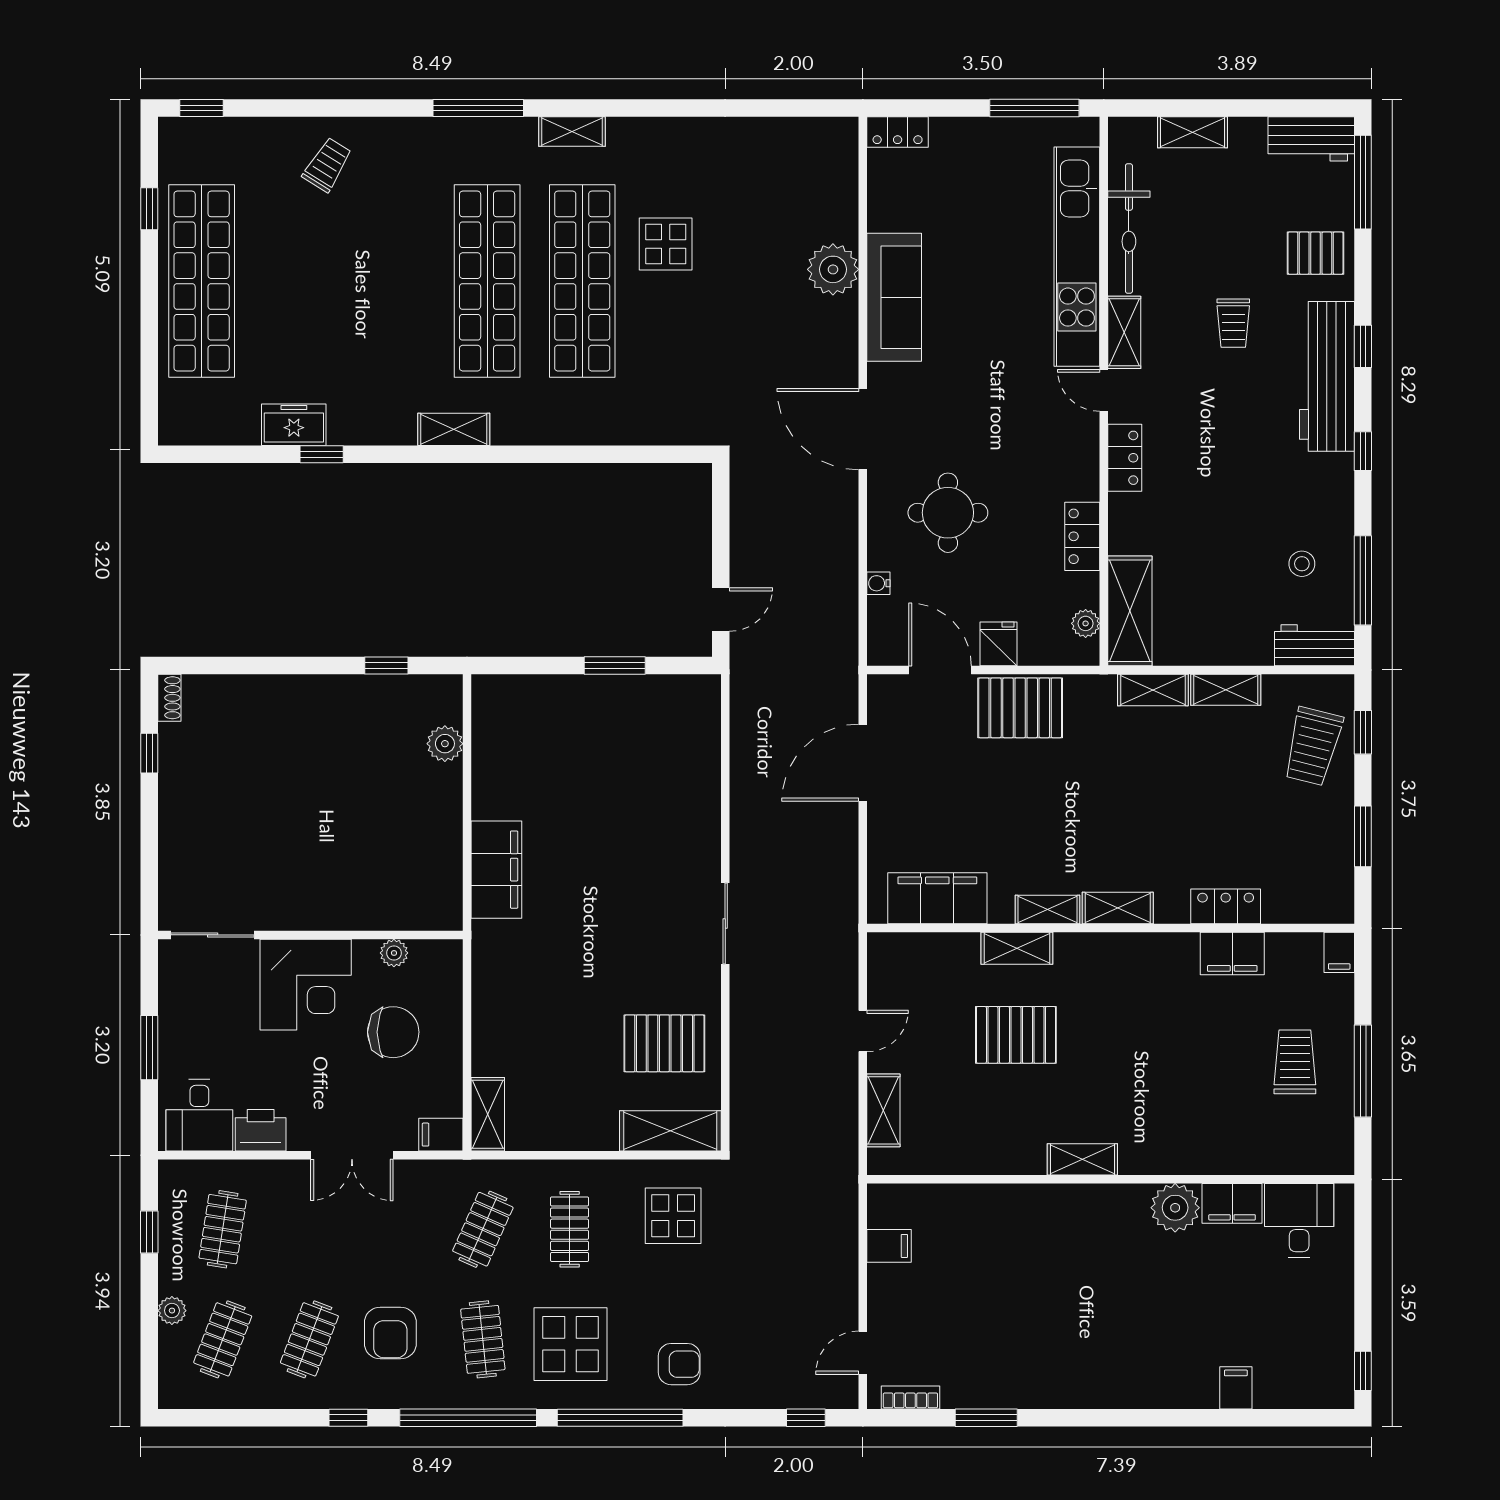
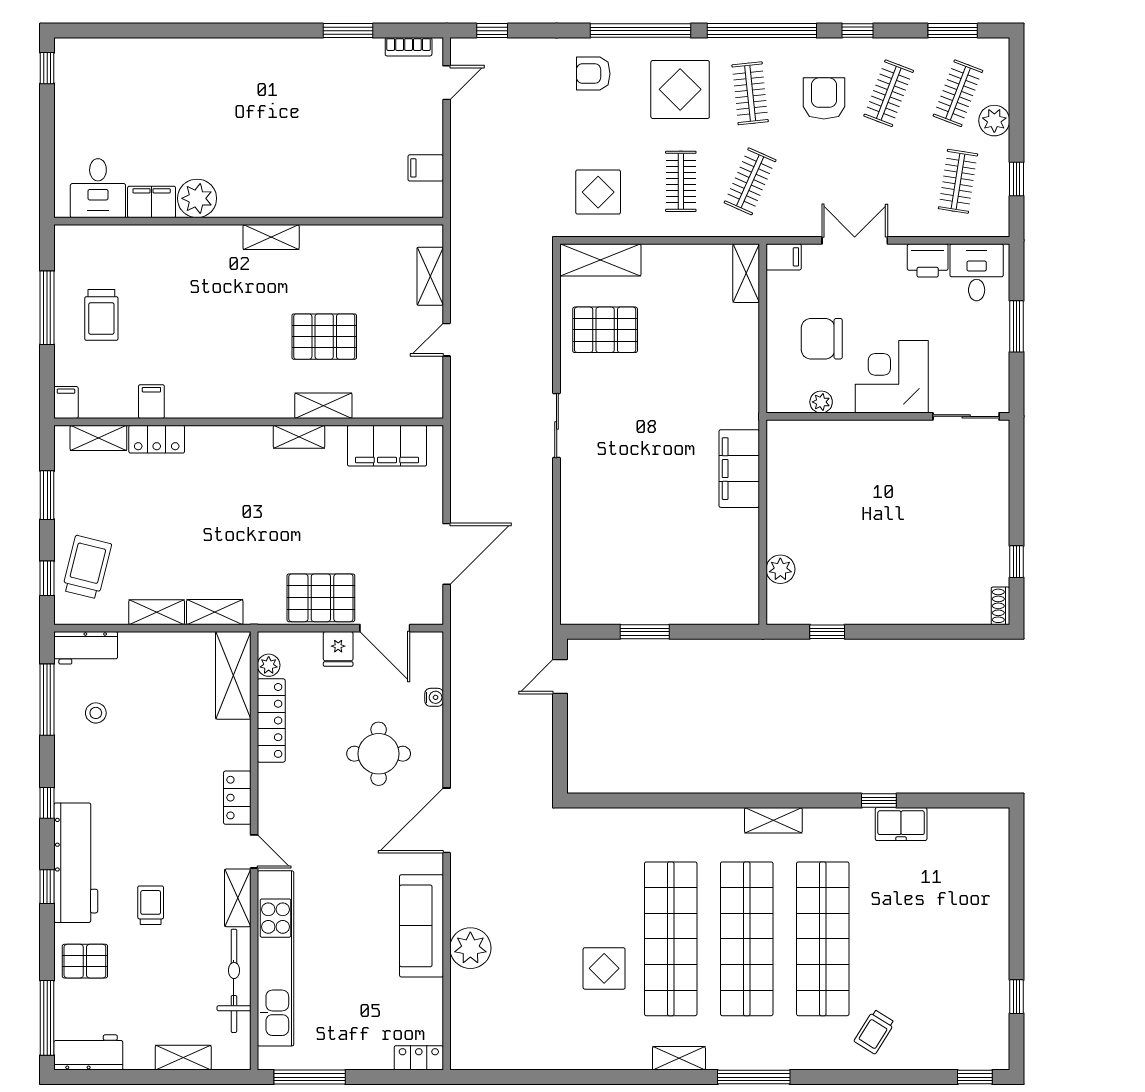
shop shelf: (202, 281) -> (823, 939), moved
door: (863, 429) -> (447, 820), swing flipped
locker: (1082, 536) -> (271, 720), width x1.53
shelving: (1118, 908) -> (98, 438), moved
filing cabinet: (1232, 954) -> (151, 402), width x0.50
plant: (172, 1311) -> (994, 121), width x1.38, depth x1.38
filing cabinet: (1236, 1388) -> (149, 55), removed
window: (229, 1418) -> (953, 31), added

